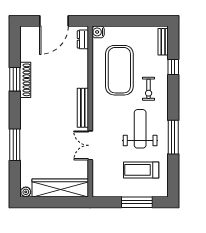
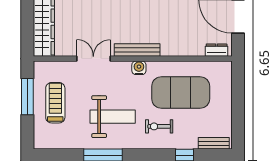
water cooler: (98, 32) -> (139, 68), moved
treadmill: (141, 170) -> (55, 103), moved
window: (137, 202) -> (27, 97), moved

